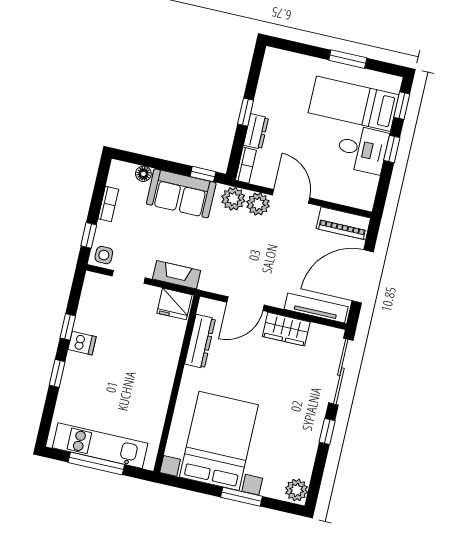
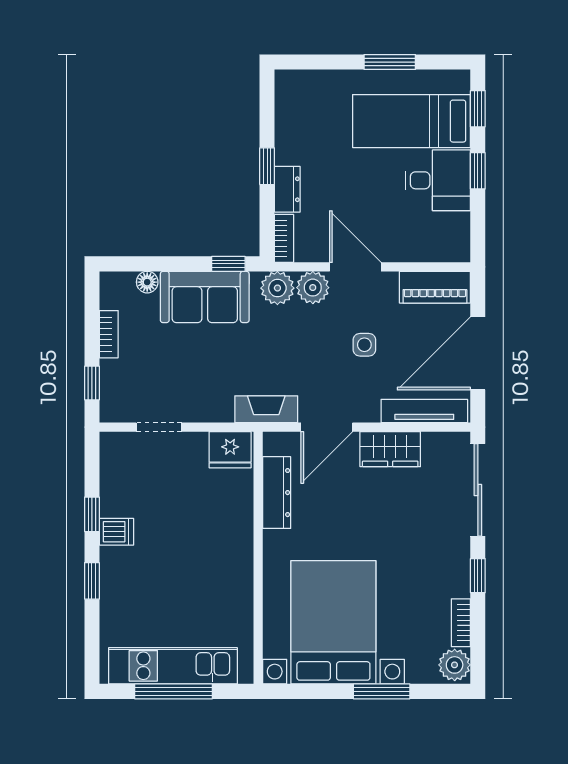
side table: (104, 255) -> (364, 345), moved
fireplace: (177, 275) -> (266, 409), moved
bookcase: (308, 462) -> (461, 623), added

